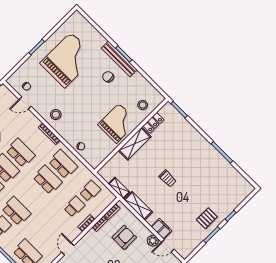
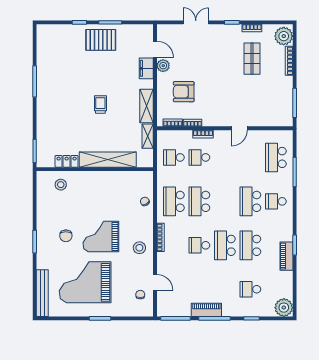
bench: (119, 59) -> (42, 293), moved
grand piano: (118, 123) -> (101, 237), moved
shelving: (135, 144) -> (108, 160), width x1.47
school desk: (20, 153) -> (199, 245), width x0.54
pallet: (207, 218) -> (101, 40), width x1.50, depth x1.42

